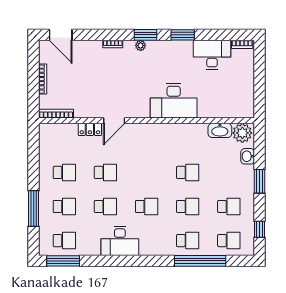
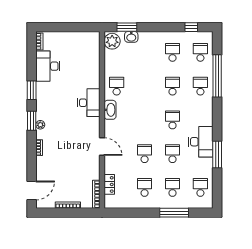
desk: (174, 101) -> (89, 103), width x0.73, depth x0.77
locker: (90, 129) -> (109, 184), moved
washbasin: (220, 130) -> (110, 110), moved
school desk: (188, 172) -> (117, 86), moved
window: (260, 181) -> (127, 27), moved
window: (63, 261) -> (217, 155), moved

